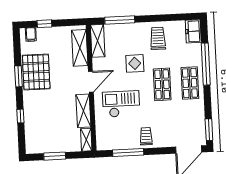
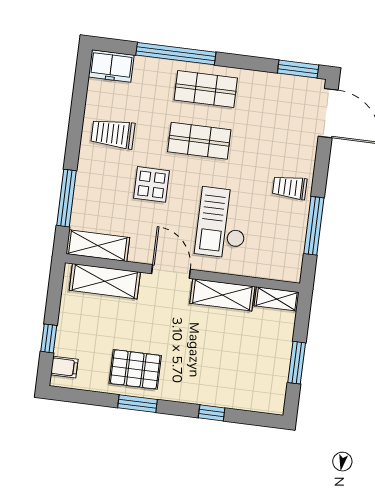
pallet: (36, 72) -> (135, 369), width x0.73, depth x0.71

